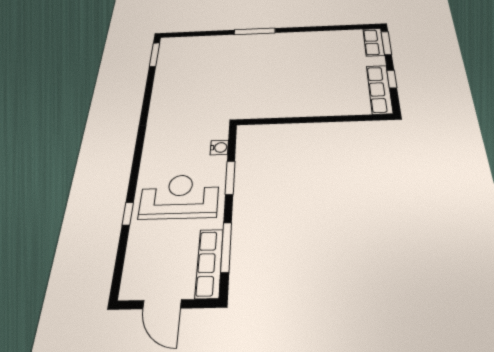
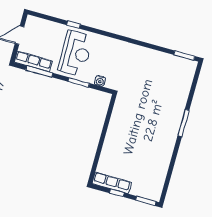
row of seats: (374, 42) -> (149, 194), removed

